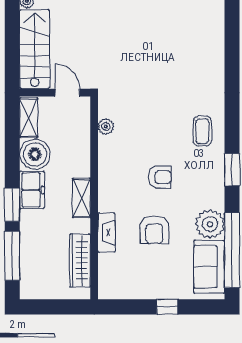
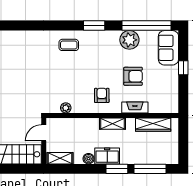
boiler: (35, 154) -> (88, 159), width x0.54, depth x0.54
armchair: (160, 177) -> (102, 95), moved
sofa: (209, 267) -> (168, 48), moved, turned 90

